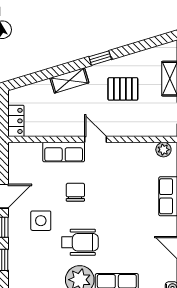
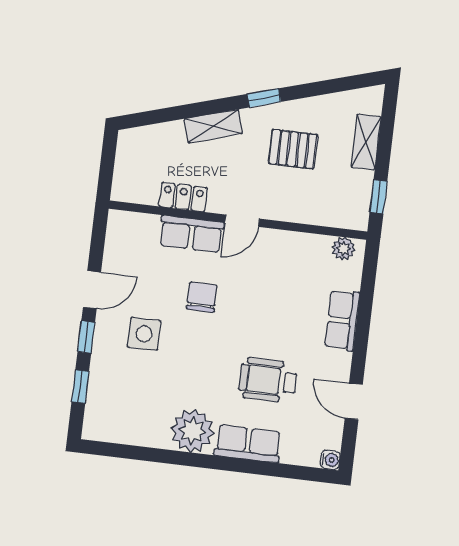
locker: (16, 121) -> (183, 197), moved, turned -90
door: (96, 139) -> (242, 221), swing flipped
wheelchair: (80, 242) -> (268, 380), moved, turned 180

